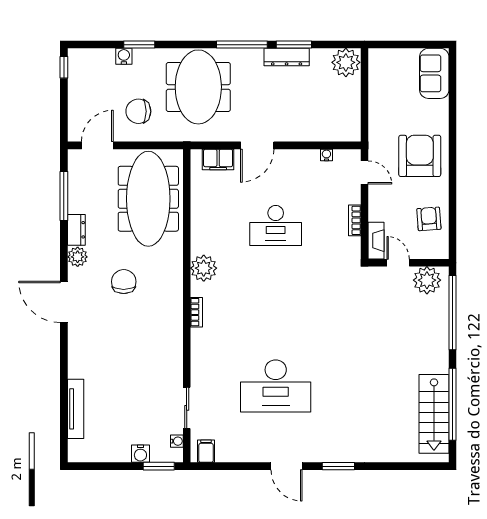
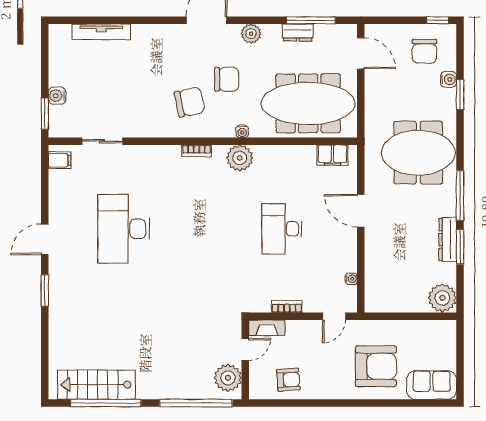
chair: (138, 111) -> (424, 51), moved, turned 180
armchair: (420, 156) -> (376, 366), moved
filing cabinet: (218, 159) -> (332, 155), moved, turned -90
dresser: (76, 230) -> (298, 33), moved
chair: (147, 319) -> (190, 102), added
water cooler: (177, 441) -> (242, 132), moved

